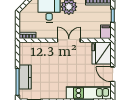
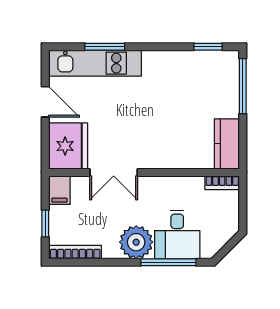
double door: (69, 40) -> (114, 172), moved
kitchen counter: (25, 77) -> (227, 144), moved

